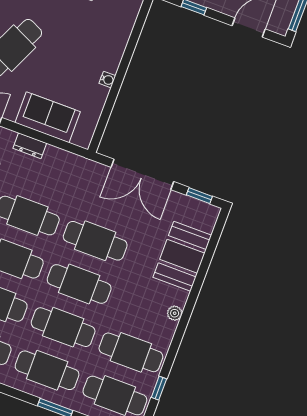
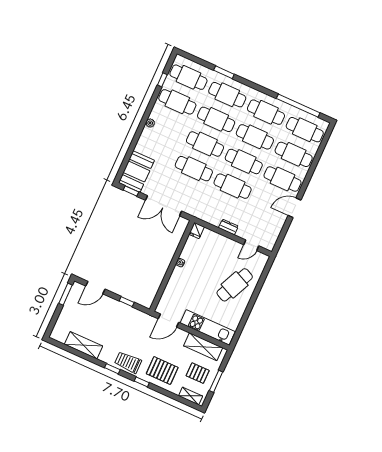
sofa: (48, 117) -> (217, 243), removed
fridge: (83, 136) -> (197, 230), added
double door: (142, 174) -> (164, 206), swing flipped
booth: (182, 256) -> (136, 172), moved

